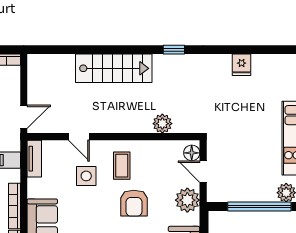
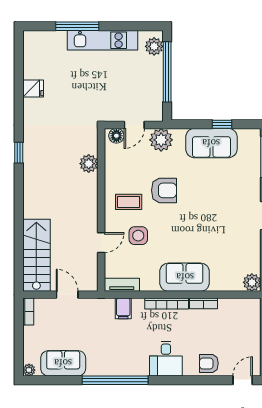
stairs: (114, 68) -> (36, 255), moved
door: (24, 117) -> (67, 295), moved

